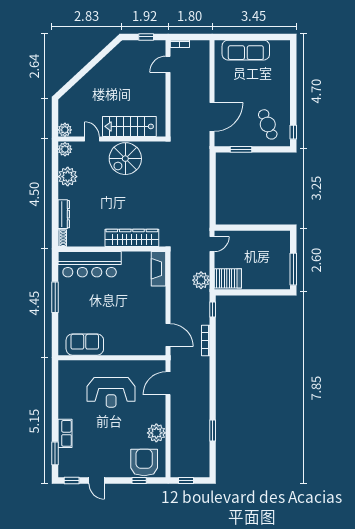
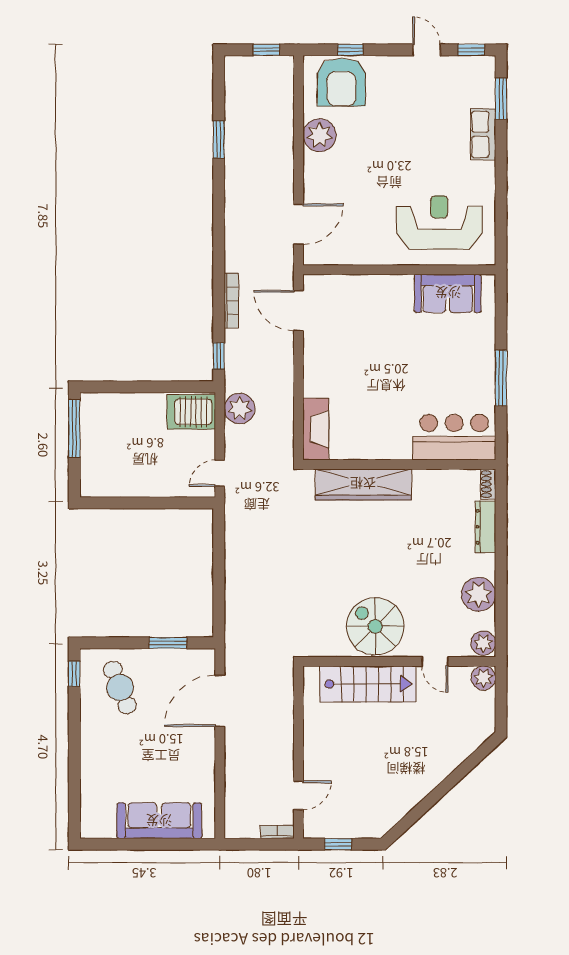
spiral stairs: (125, 159) -> (375, 626), turned -90
bar counter: (90, 264) -> (454, 437), width x0.73
reception desk: (111, 392) -> (439, 222), moved

